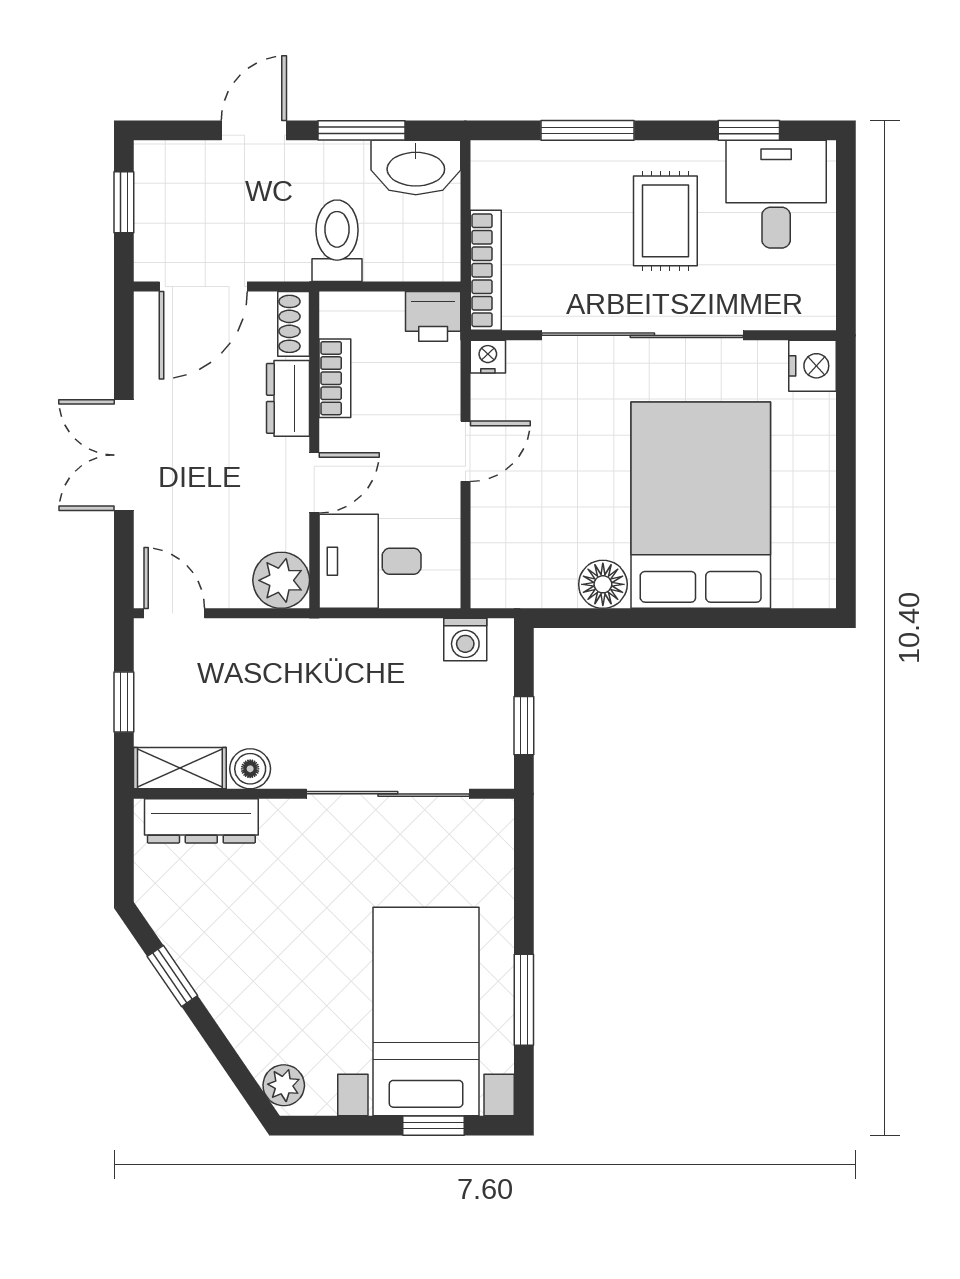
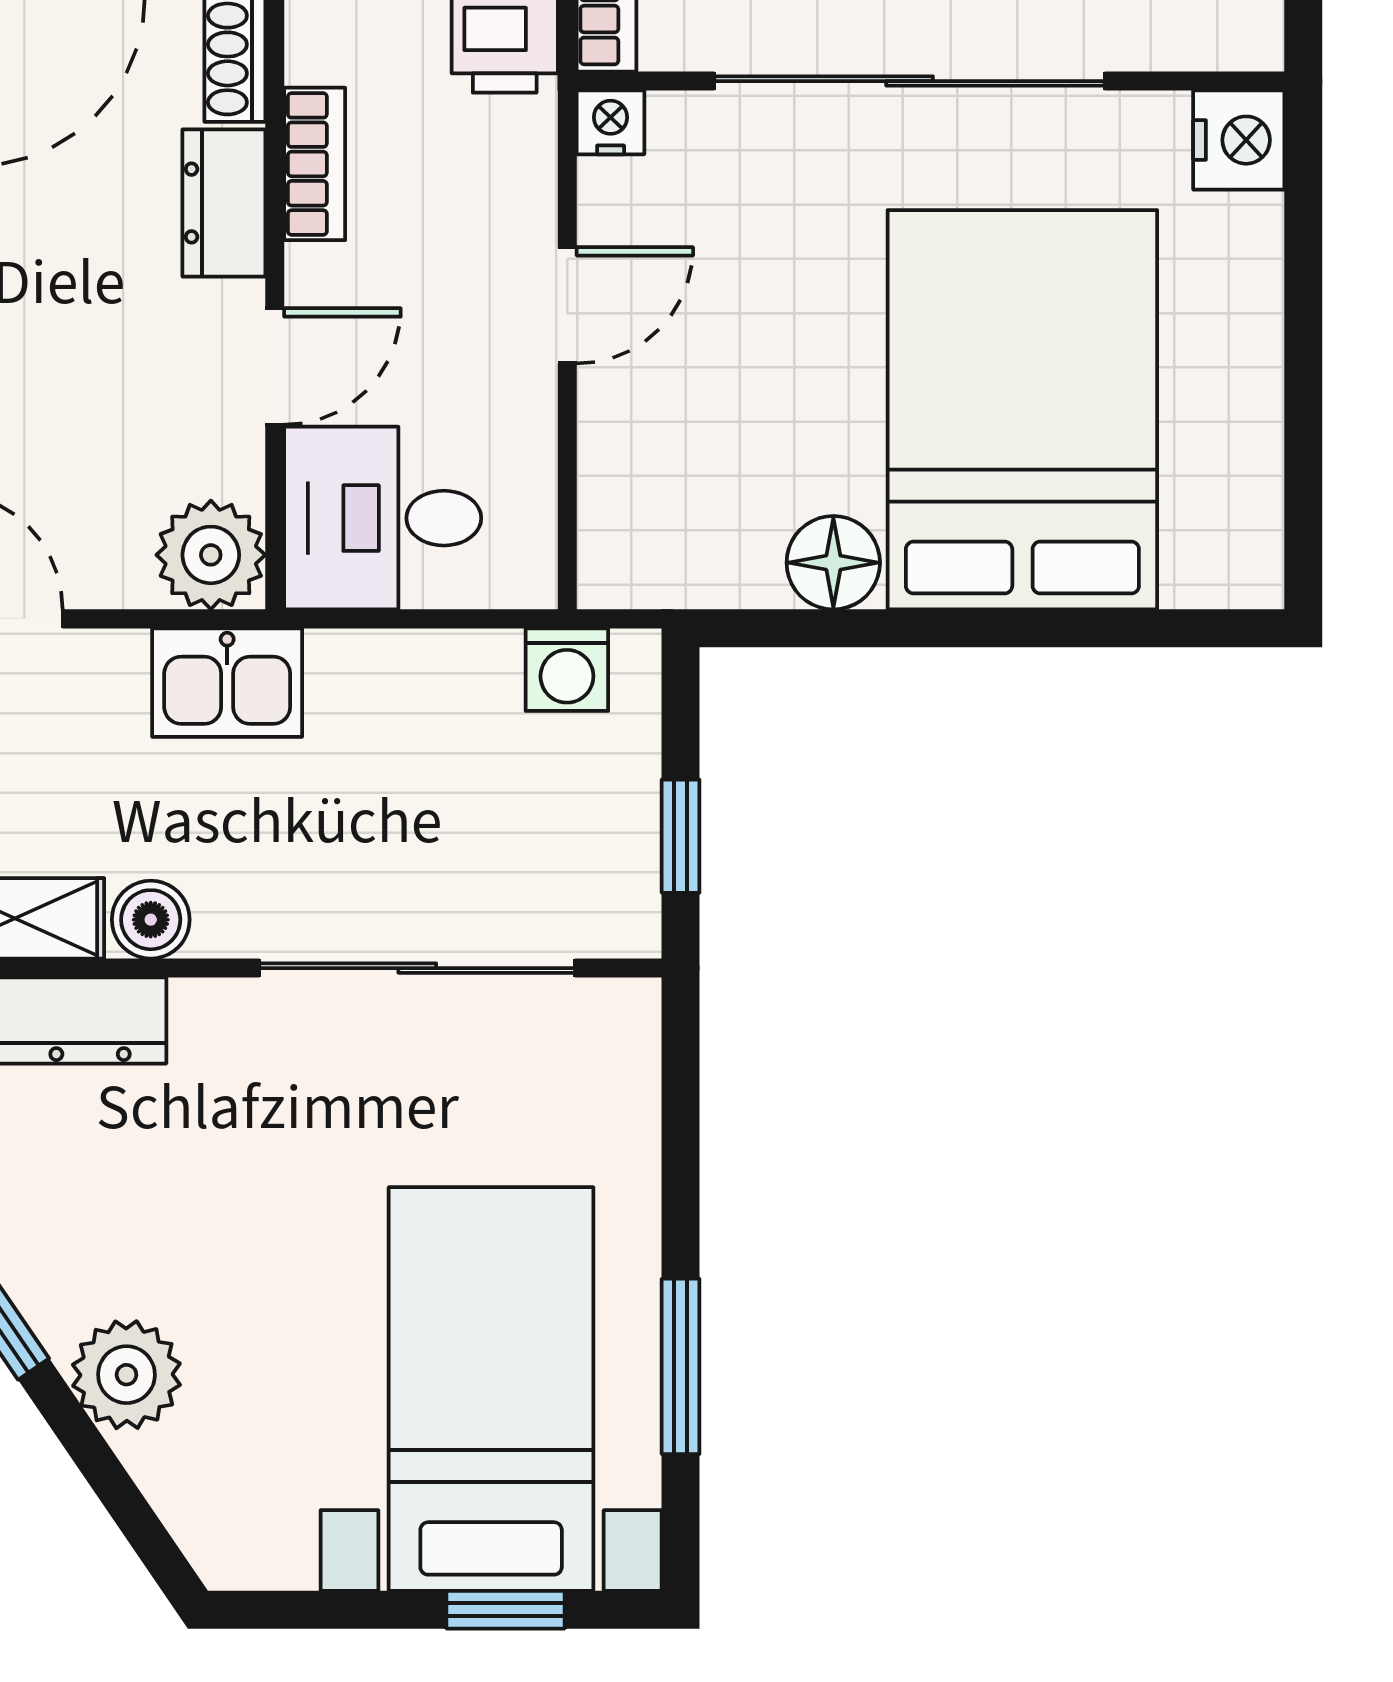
kitchen sink: (290, 646) -> (227, 683), added
plant: (284, 1085) -> (126, 1375), moved, width x1.38, depth x1.38

